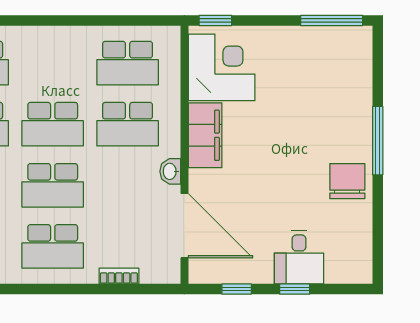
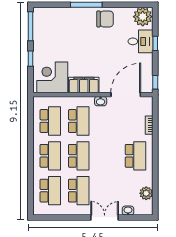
window: (215, 20) -> (30, 59), moved
chair: (347, 181) -> (105, 19), turned 180
school desk: (53, 185) -> (50, 156), moved
plant: (352, 262) -> (143, 17), added
window: (237, 289) -> (155, 82), moved

